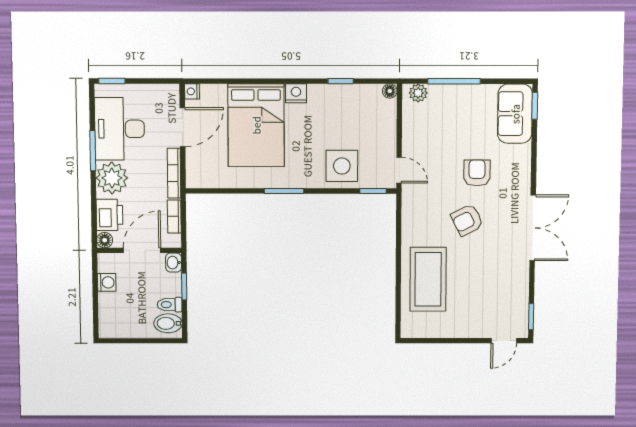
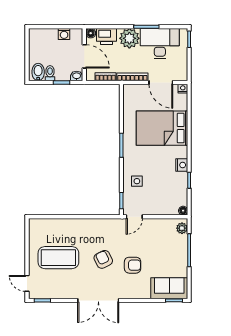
nightstand: (296, 93) -> (182, 165), moved
side table: (342, 166) -> (137, 181), width x0.54, depth x0.54
coffee table: (428, 279) -> (58, 258), moved

